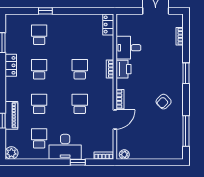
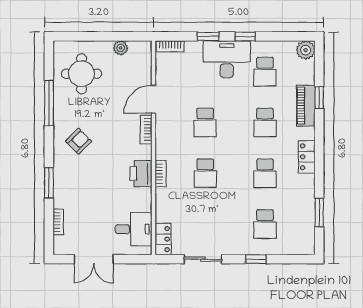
sliding door: (81, 11) -> (203, 259), added
desk: (128, 48) -> (134, 229), moved
locker: (11, 65) -> (307, 157), moved
window: (186, 73) -> (49, 183), moved
armchair: (164, 102) -> (79, 141), moved
window: (186, 131) -> (49, 103), moved
round table: (164, 137) -> (82, 74), added
plant: (124, 155) -> (121, 48), moved
window: (53, 162) -> (245, 36), added

